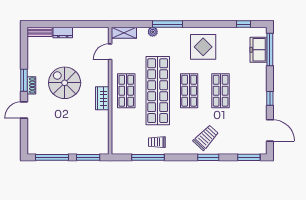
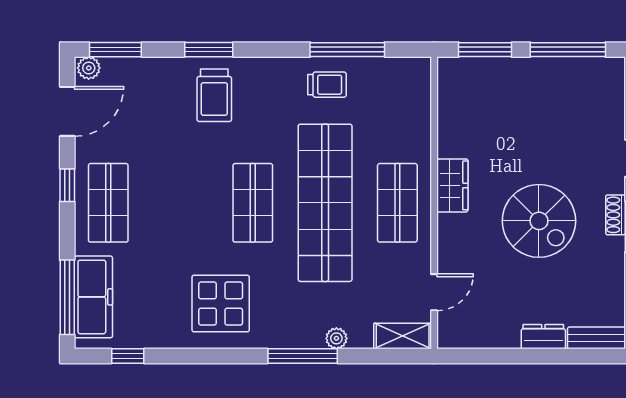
freezer: (259, 50) -> (93, 297), width x1.40
shop shelf: (221, 91) -> (108, 203), moved
door: (270, 130) -> (67, 111), swing flipped
trolley: (206, 137) -> (214, 95), turned -43
plant: (261, 149) -> (89, 68), added

